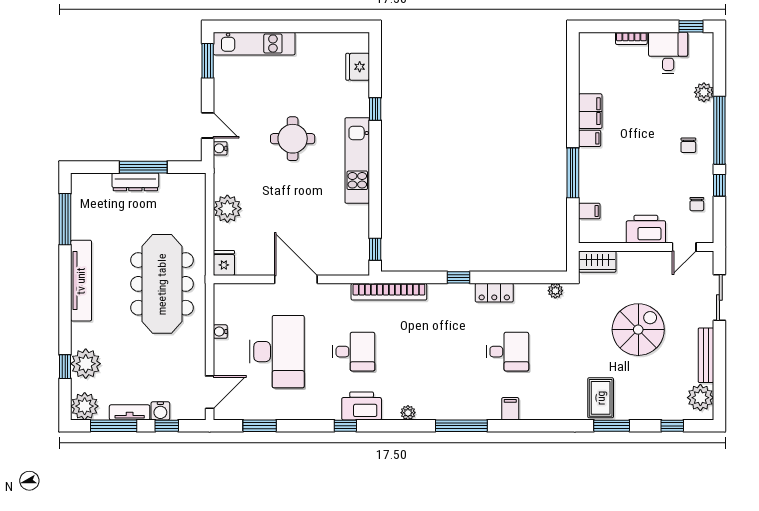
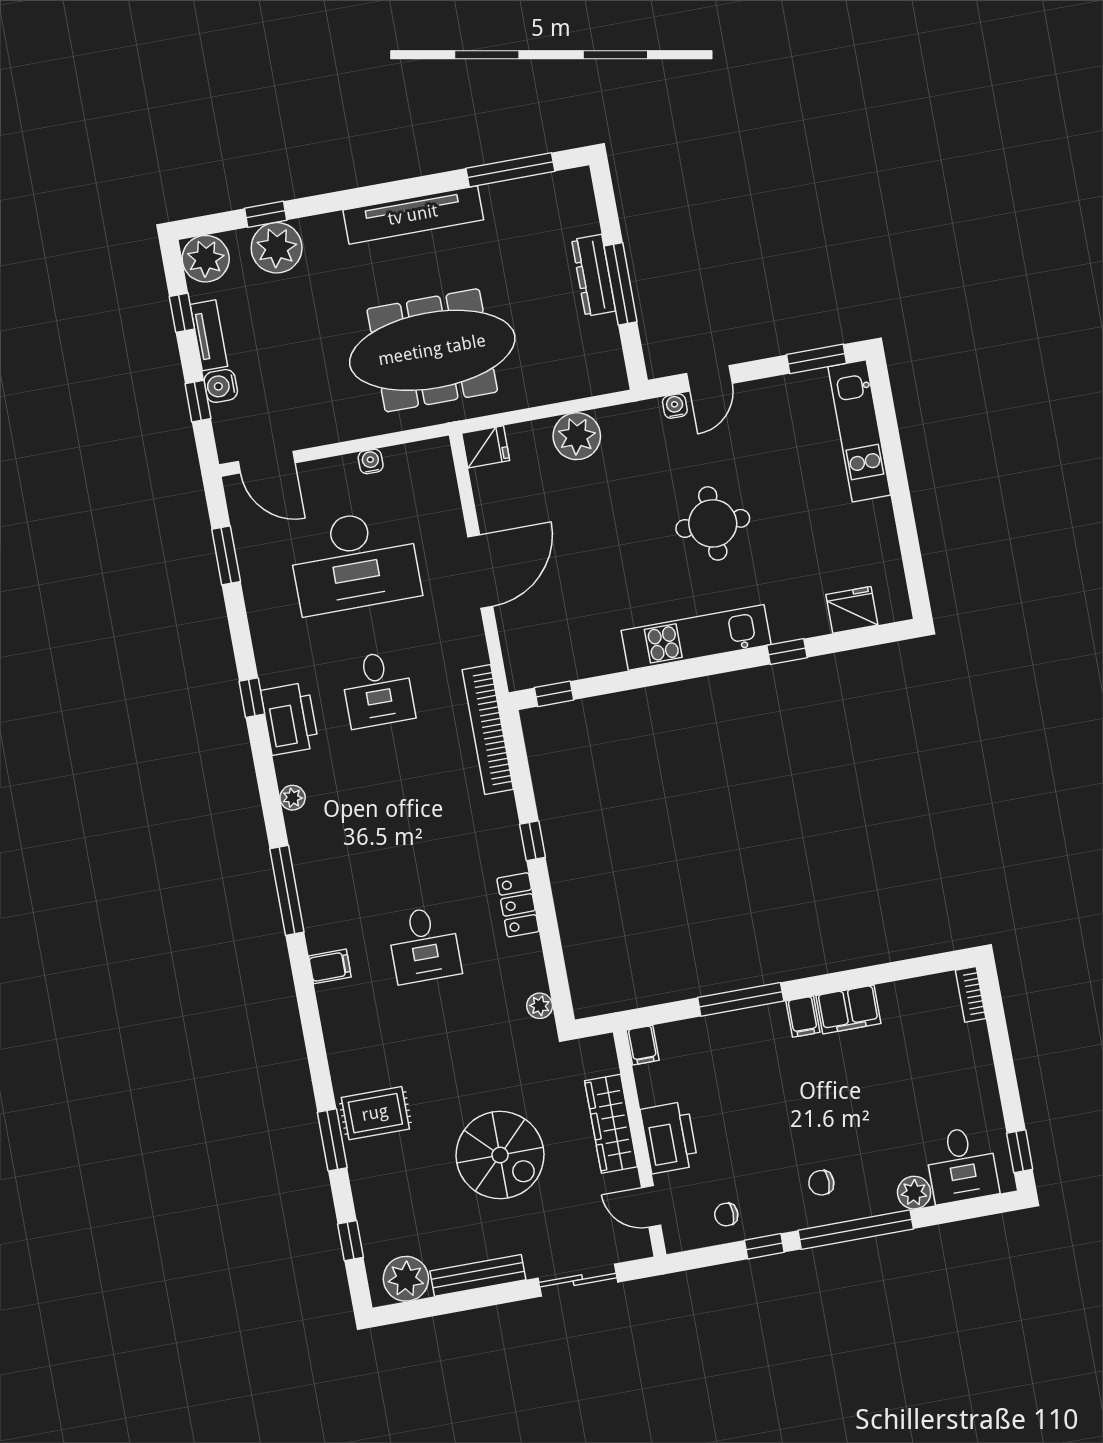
bookcase: (631, 38) -> (971, 994), moved
desk: (668, 53) -> (962, 1165), moved, turned 90
filing cabinet: (589, 211) -> (643, 1045), moved
wardrobe: (597, 262) -> (611, 1124), moved, width x1.50
window: (114, 426) -> (182, 313), width x0.46

